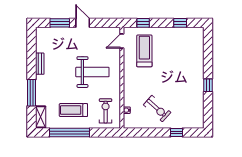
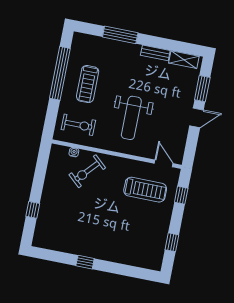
exercise bike: (157, 109) -> (87, 171), moved
treadmill: (73, 110) -> (88, 84), turned 180
shelving: (41, 117) -> (184, 60), moved

